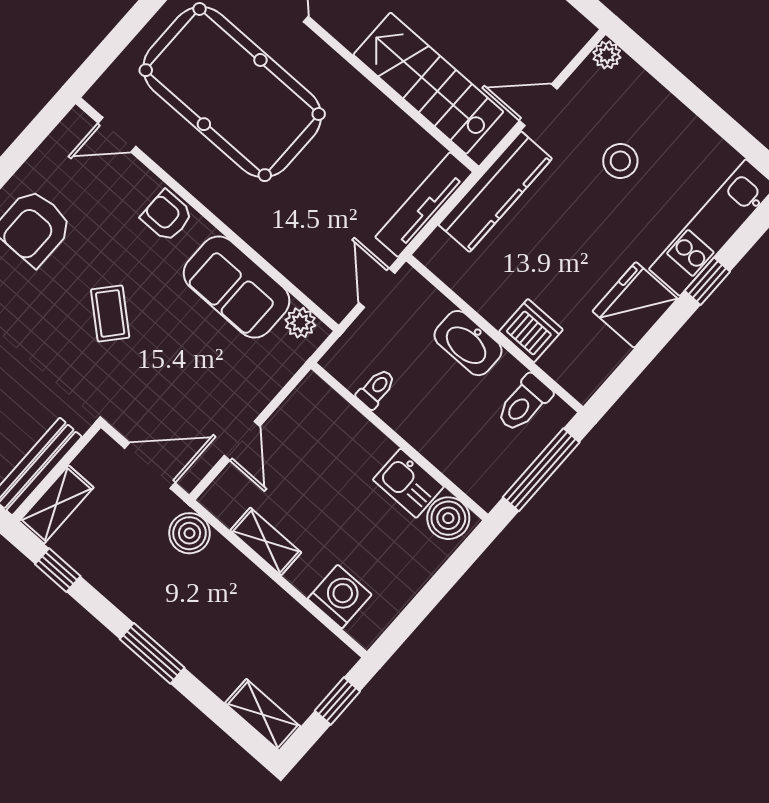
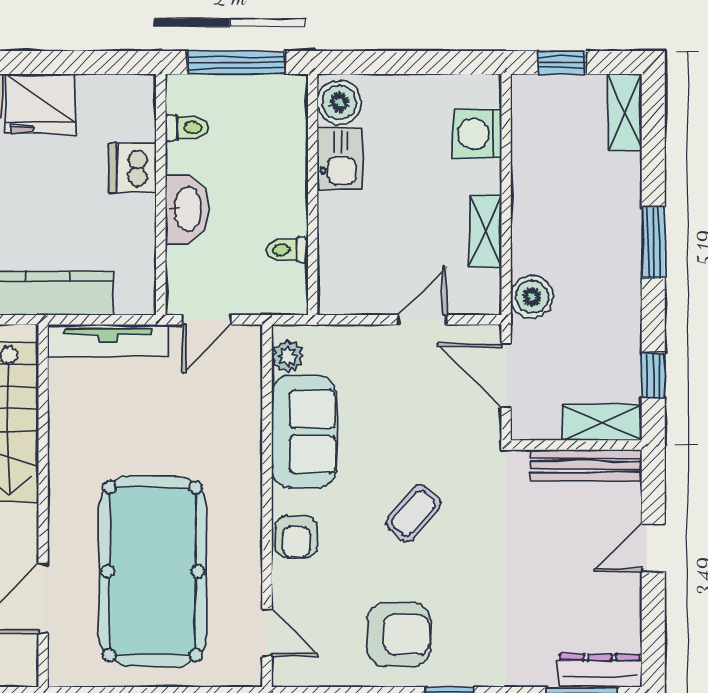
toilet: (524, 403) -> (187, 128), width x0.73, depth x0.72

